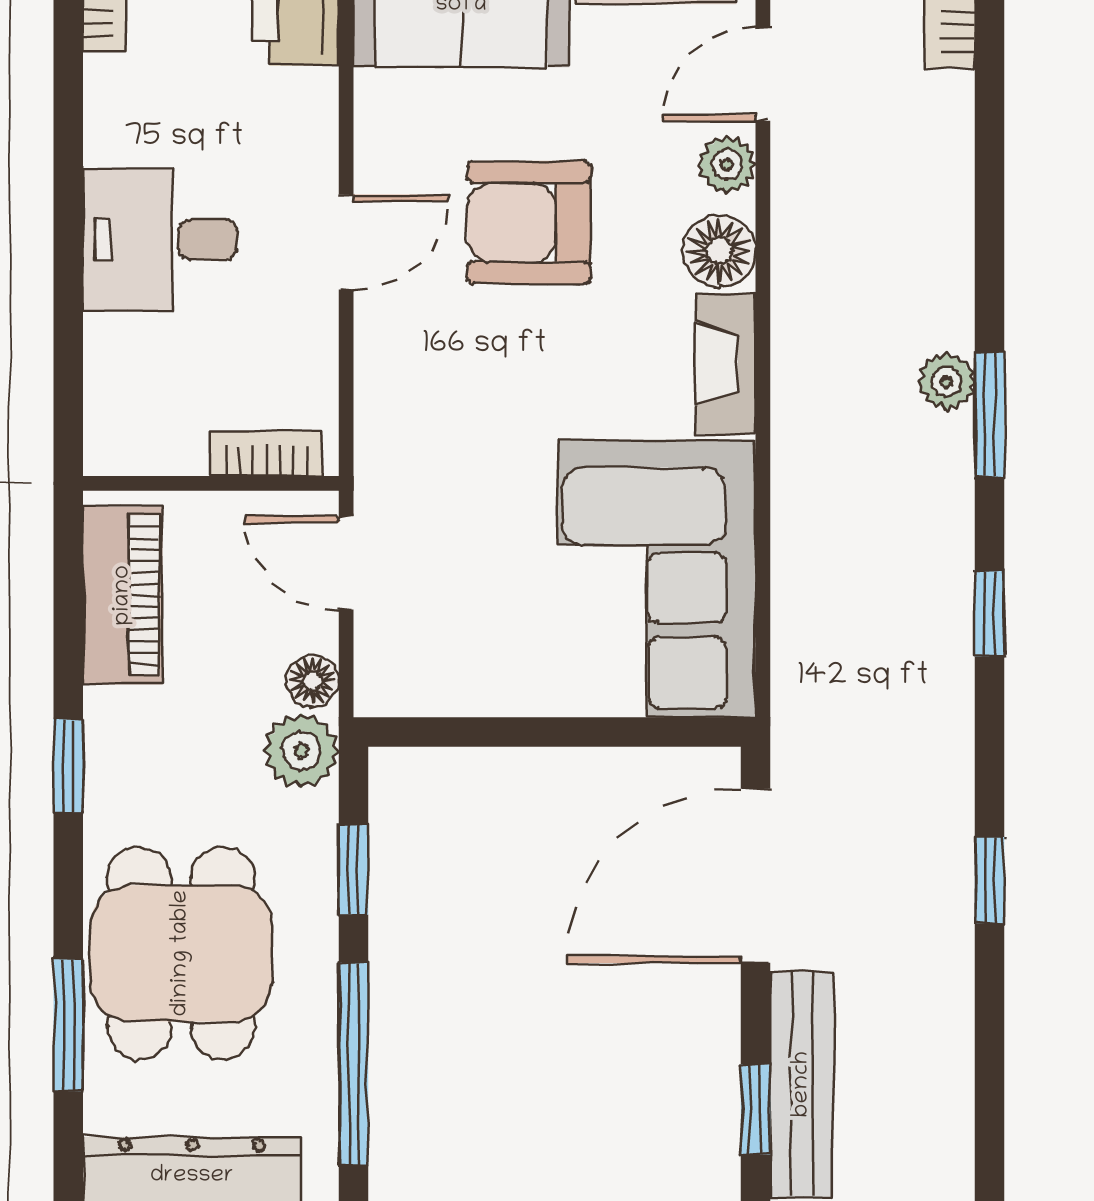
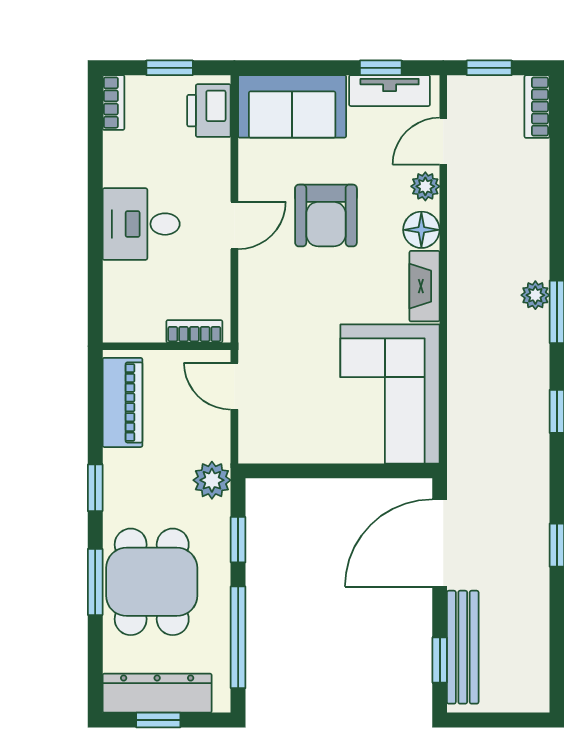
armchair: (529, 222) -> (326, 215), turned -90
floor lamp: (313, 681) -> (218, 445), removed
window: (68, 1025) -> (95, 582), moved

